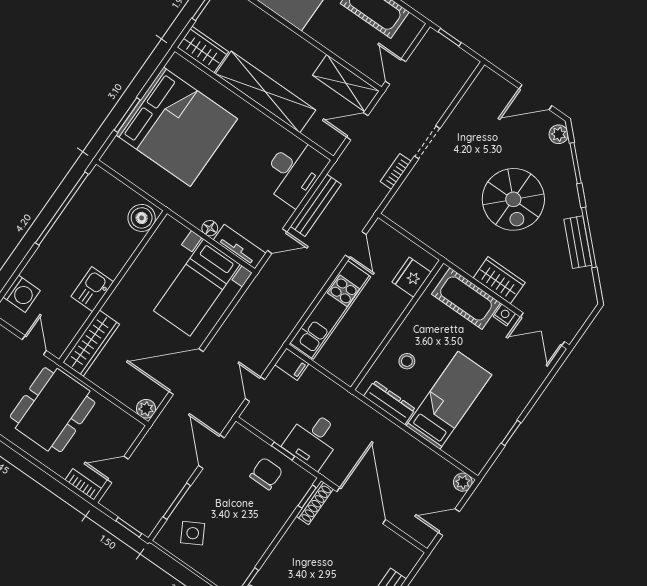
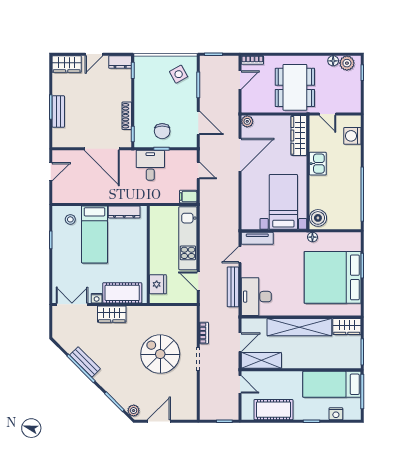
spiral stairs: (513, 199) -> (160, 354), moved
floor lamp: (210, 228) -> (312, 237), moved
bed with nightstands: (197, 288) -> (283, 202), moved
stool: (407, 361) -> (70, 219), moved
plant: (463, 482) -> (58, 197), removed
shoe rack: (315, 503) -> (127, 116), moved

